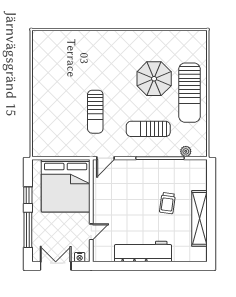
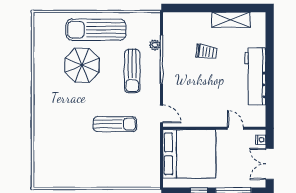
sun lounger: (190, 93) -> (96, 30), turned 180
plant: (186, 151) -> (155, 45), moved
shelving: (199, 218) -> (231, 20), width x0.68

